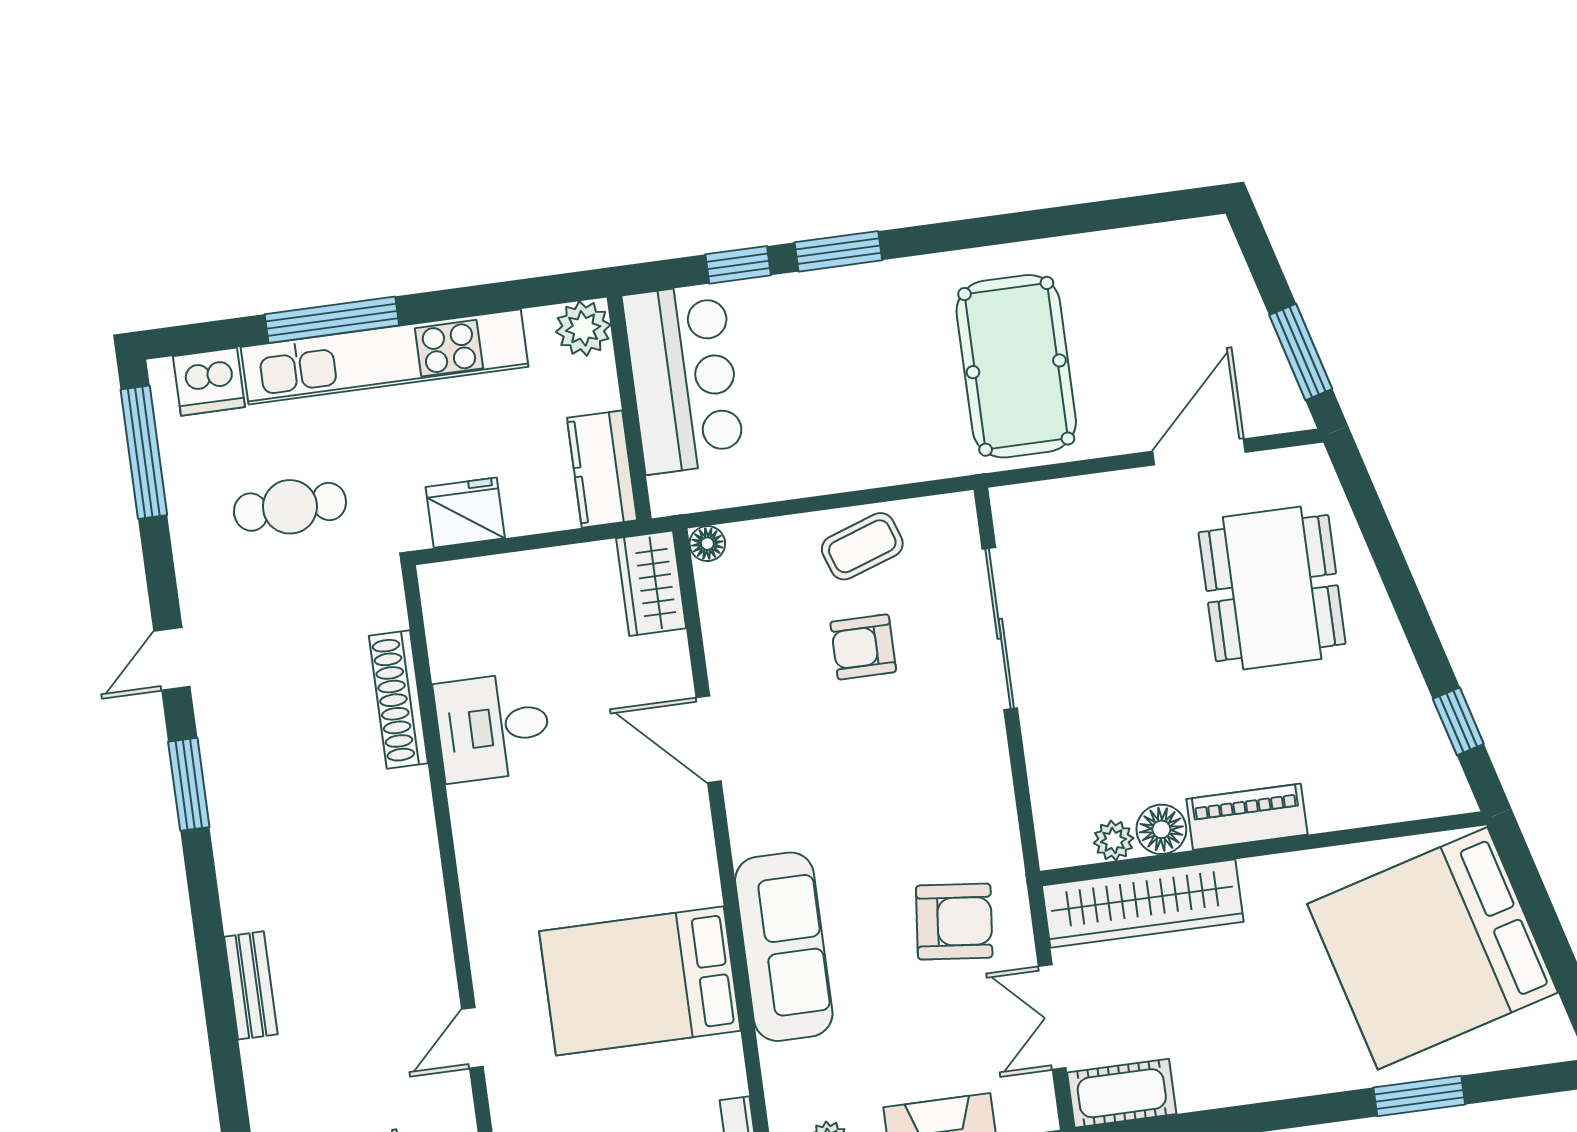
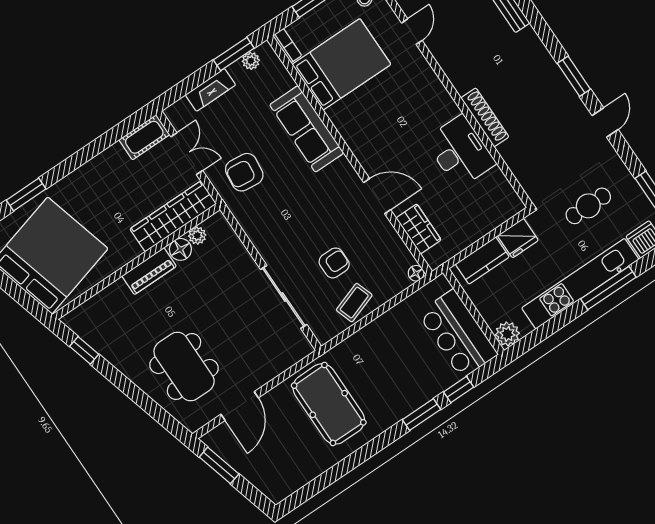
kitchen counter: (602, 469) -> (482, 260), moved, turned 90
wardrobe: (651, 583) -> (419, 229), moved
shoe rack: (398, 699) -> (485, 117), moved
desk: (493, 727) -> (460, 152), width x1.37
bed: (640, 981) -> (341, 64), moved

